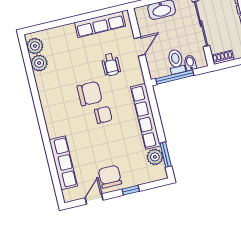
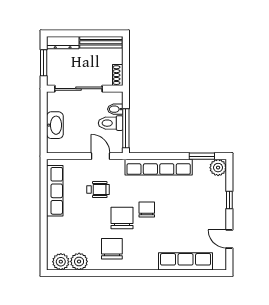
door: (140, 47) -> (101, 156), moved
plant: (155, 157) -> (218, 168), moved
chair: (110, 177) -> (112, 249), moved, turned 90

